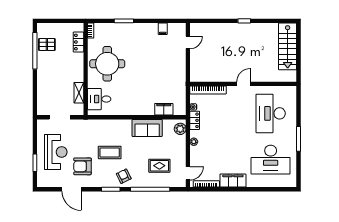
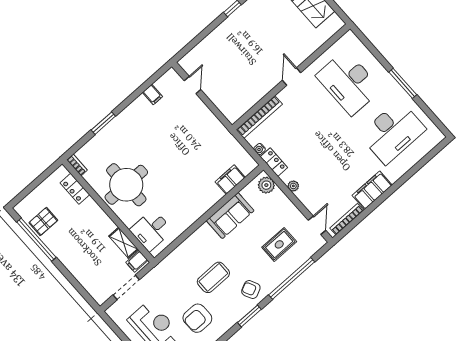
filing cabinet: (77, 109) -> (137, 261), added

